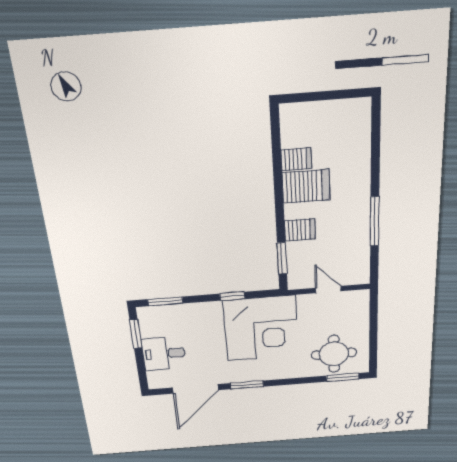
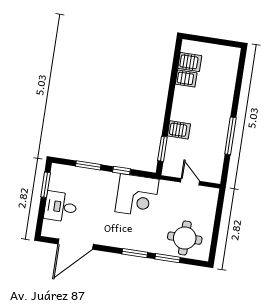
server rack: (306, 186) -> (190, 62), moved, width x0.73, depth x0.70
window: (165, 301) -> (88, 165), moved
corner desk: (261, 328) -> (137, 195), width x0.74, depth x0.74
window: (343, 377) -> (168, 258), moved
window: (247, 385) -> (135, 253), moved

